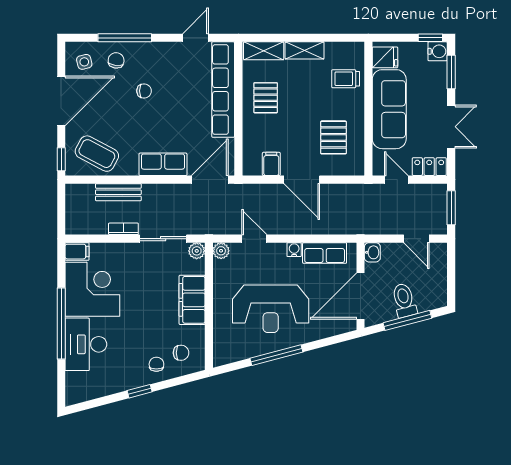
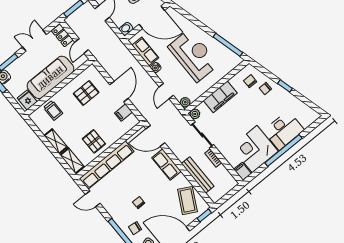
pallet: (266, 98) -> (94, 141), turned 90
bench: (118, 192) -> (198, 175), width x1.36
window: (276, 355) -> (228, 45), moved

